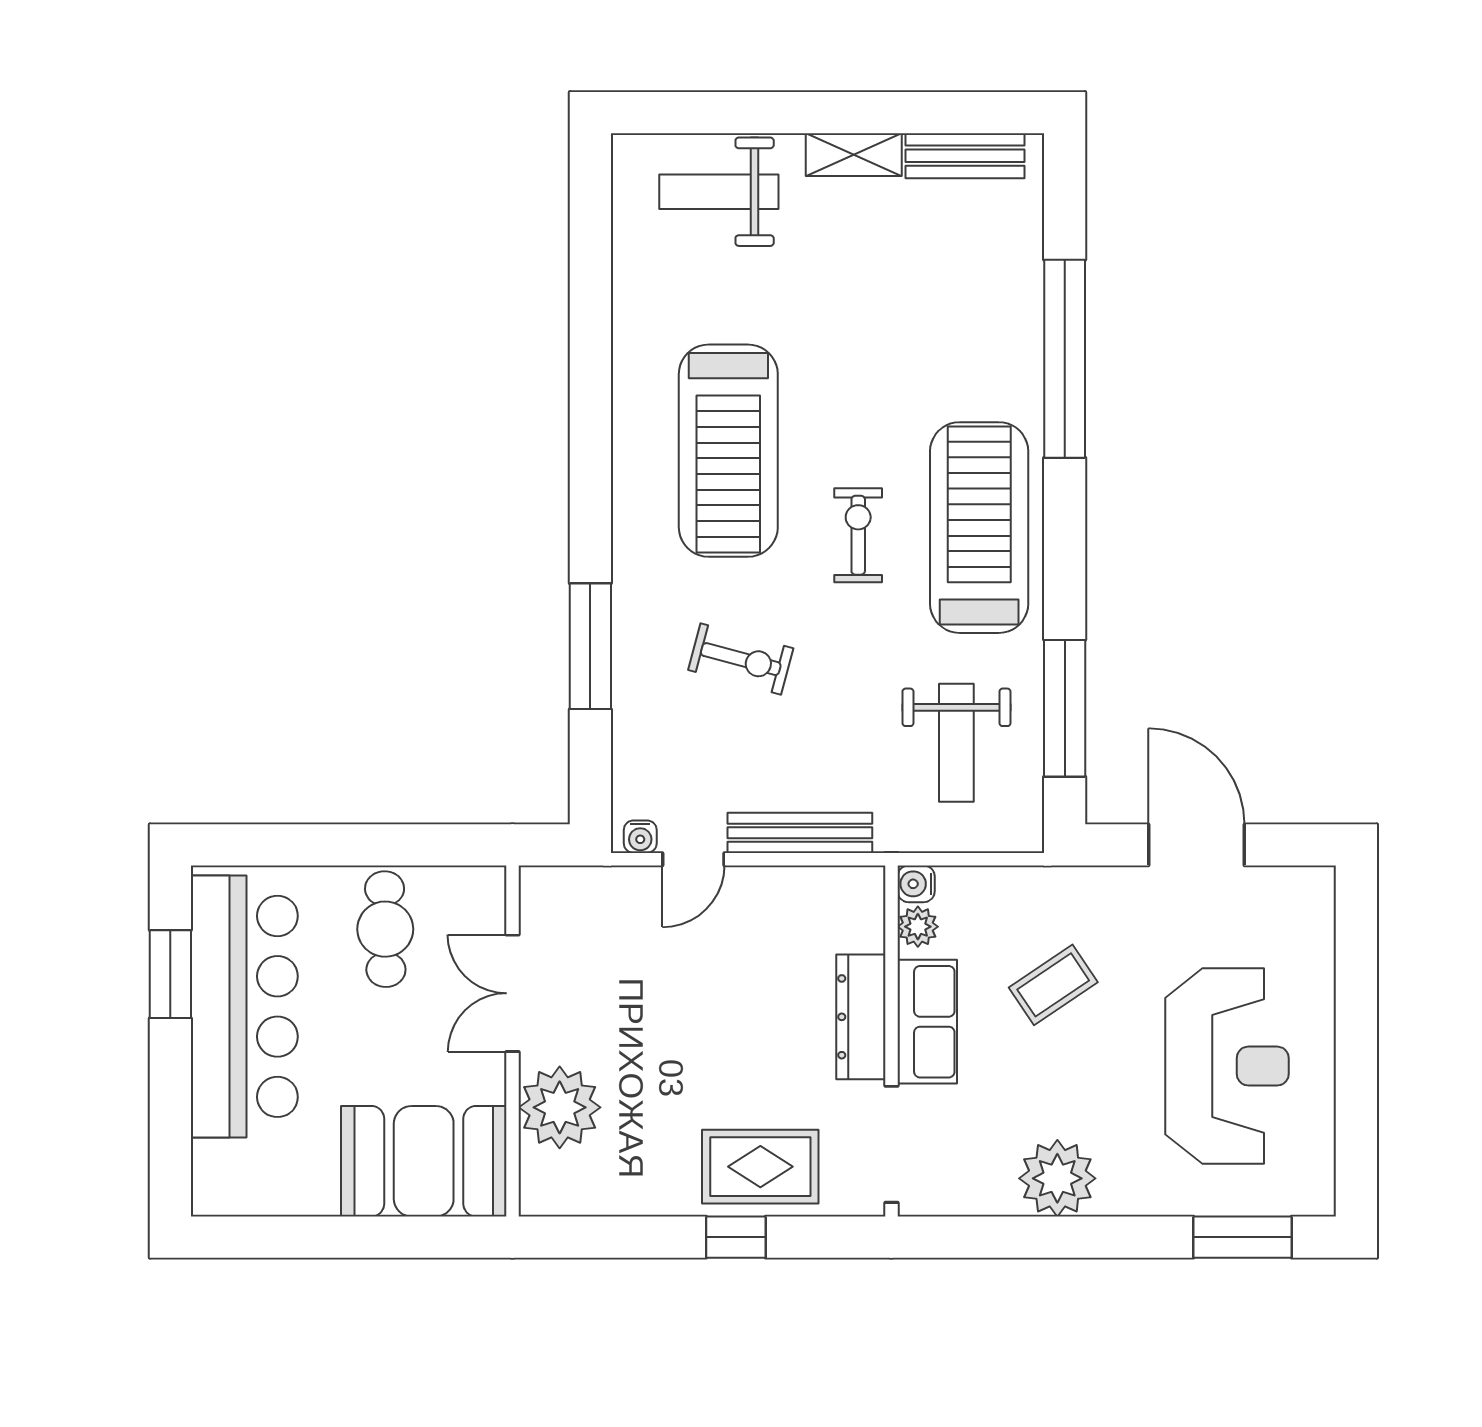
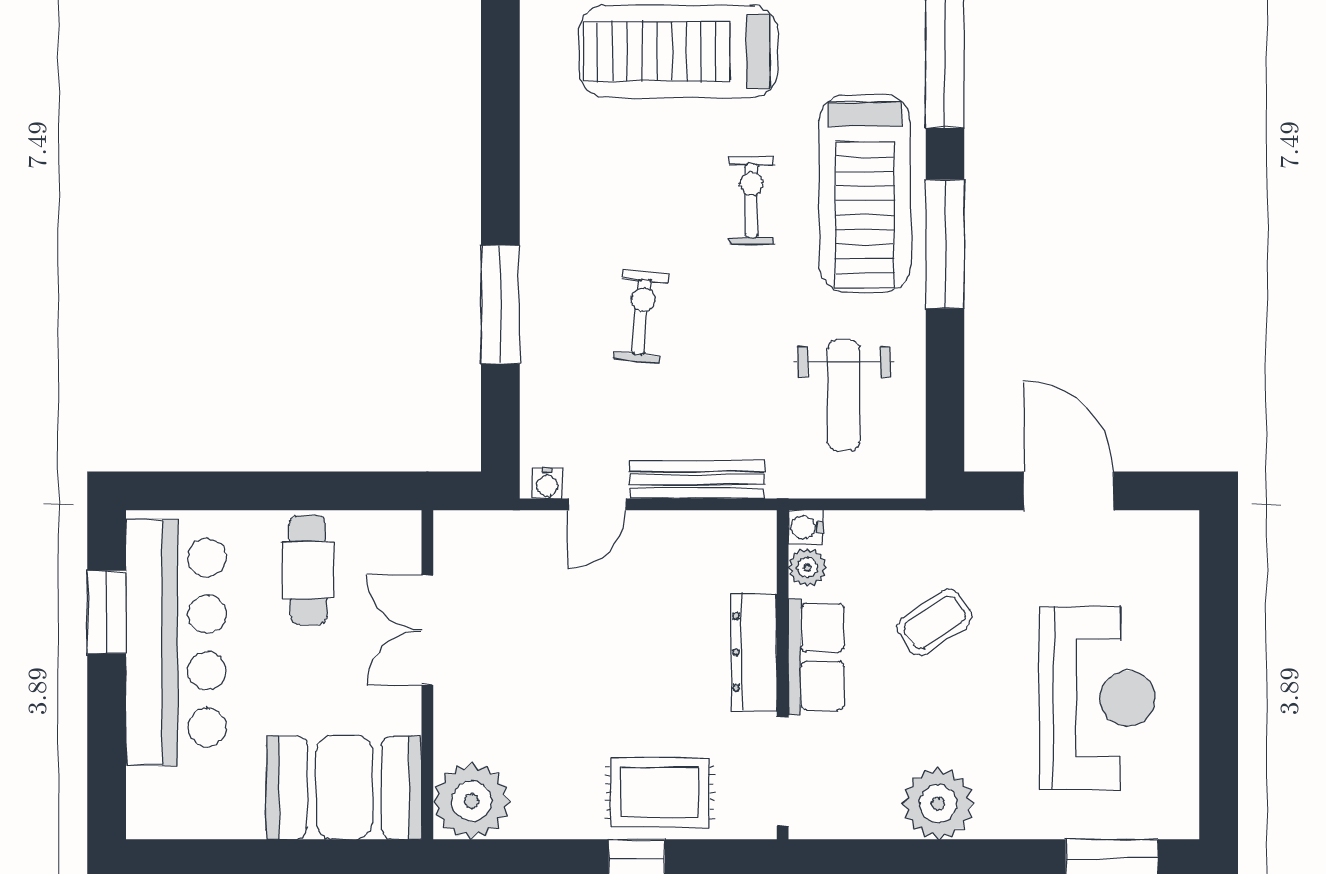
treadmill: (728, 451) -> (679, 51), moved, turned 90
treadmill: (979, 528) -> (865, 193), turned 180
exercise bike: (741, 659) -> (641, 317), turned -99
window: (1065, 708) -> (945, 244), moved
plant: (560, 1107) -> (472, 801), moved

